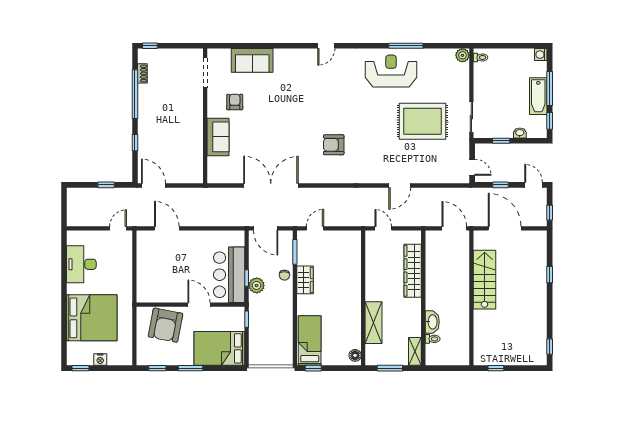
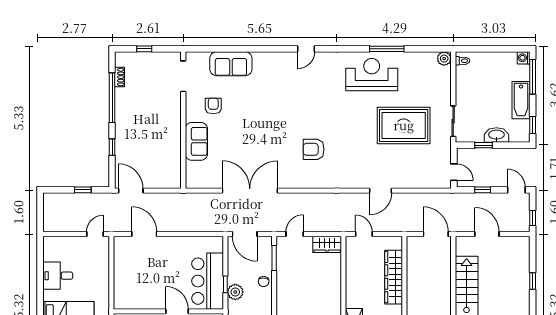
window: (150, 46) -> (144, 49), moved
window: (550, 89) -> (533, 77), moved
washbasin: (520, 133) -> (496, 135), width x1.91, depth x1.45
door: (505, 228) -> (487, 234), width x0.73
desk: (81, 264) -> (58, 276), width x0.73
wardrobe: (305, 280) -> (327, 244), moved, turned 90

